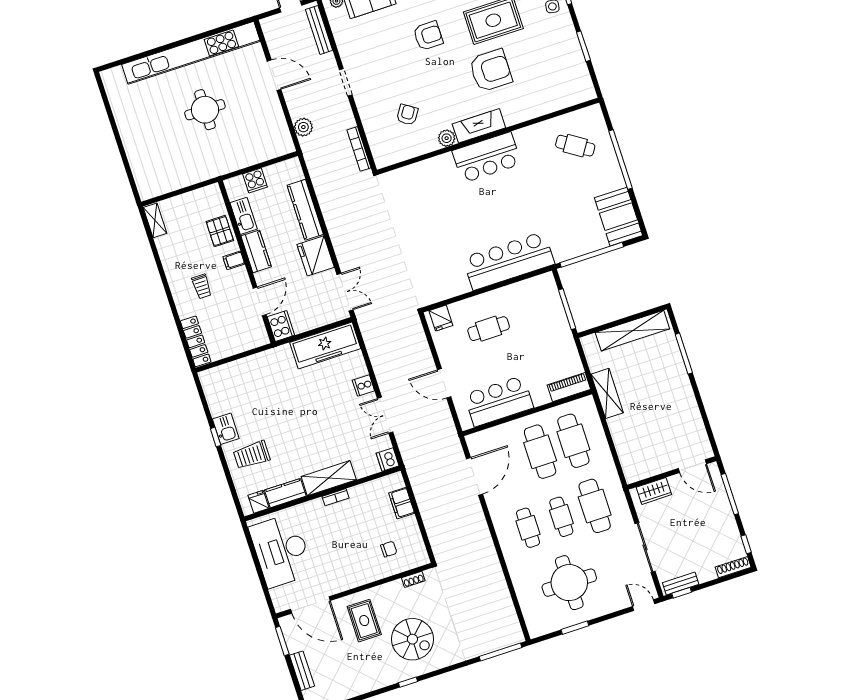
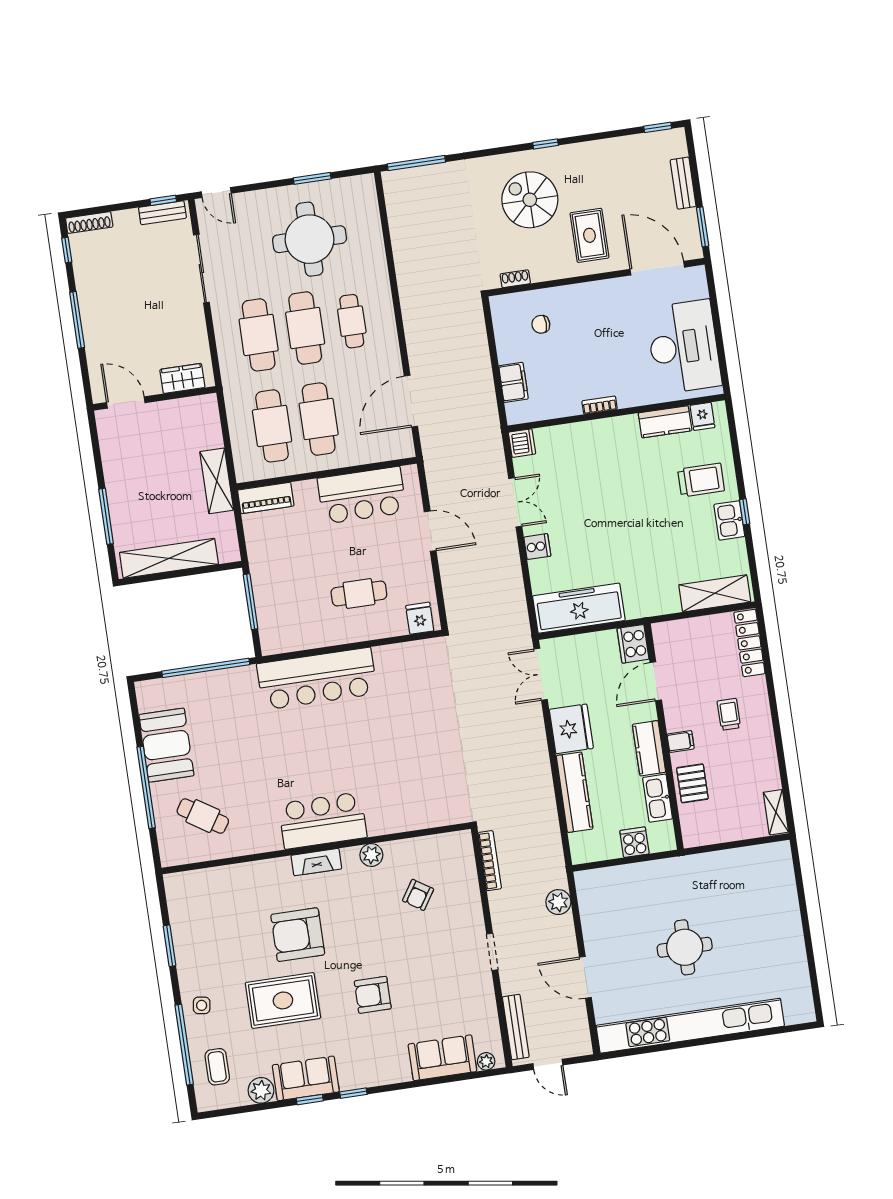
fireplace: (479, 126) -> (316, 862), width x0.73, depth x0.76
booth: (618, 217) -> (166, 745), moved
door: (692, 466) -> (126, 403), moved
wall: (672, 473) -> (155, 398), moved
shelving: (329, 478) -> (715, 593), moved
wardrobe: (654, 491) -> (182, 378), moved
cafe table: (561, 517) -> (305, 328), width x1.37, depth x1.35

